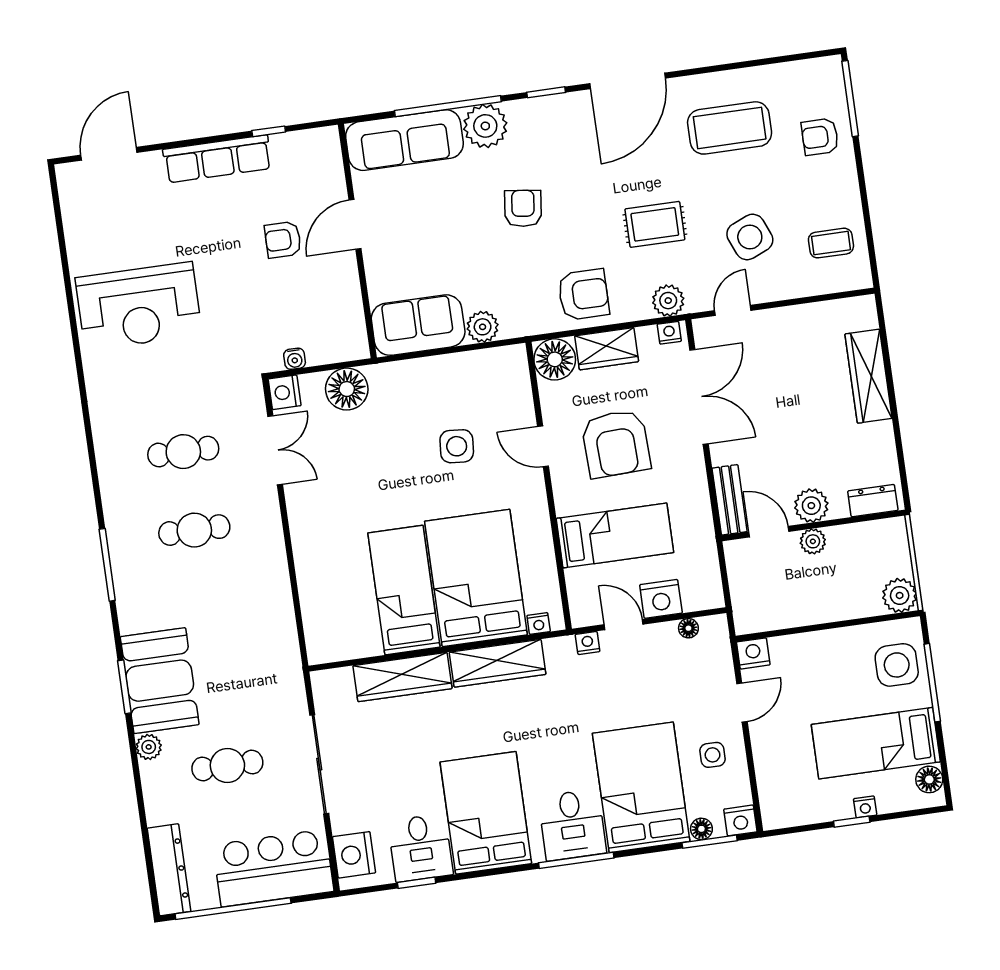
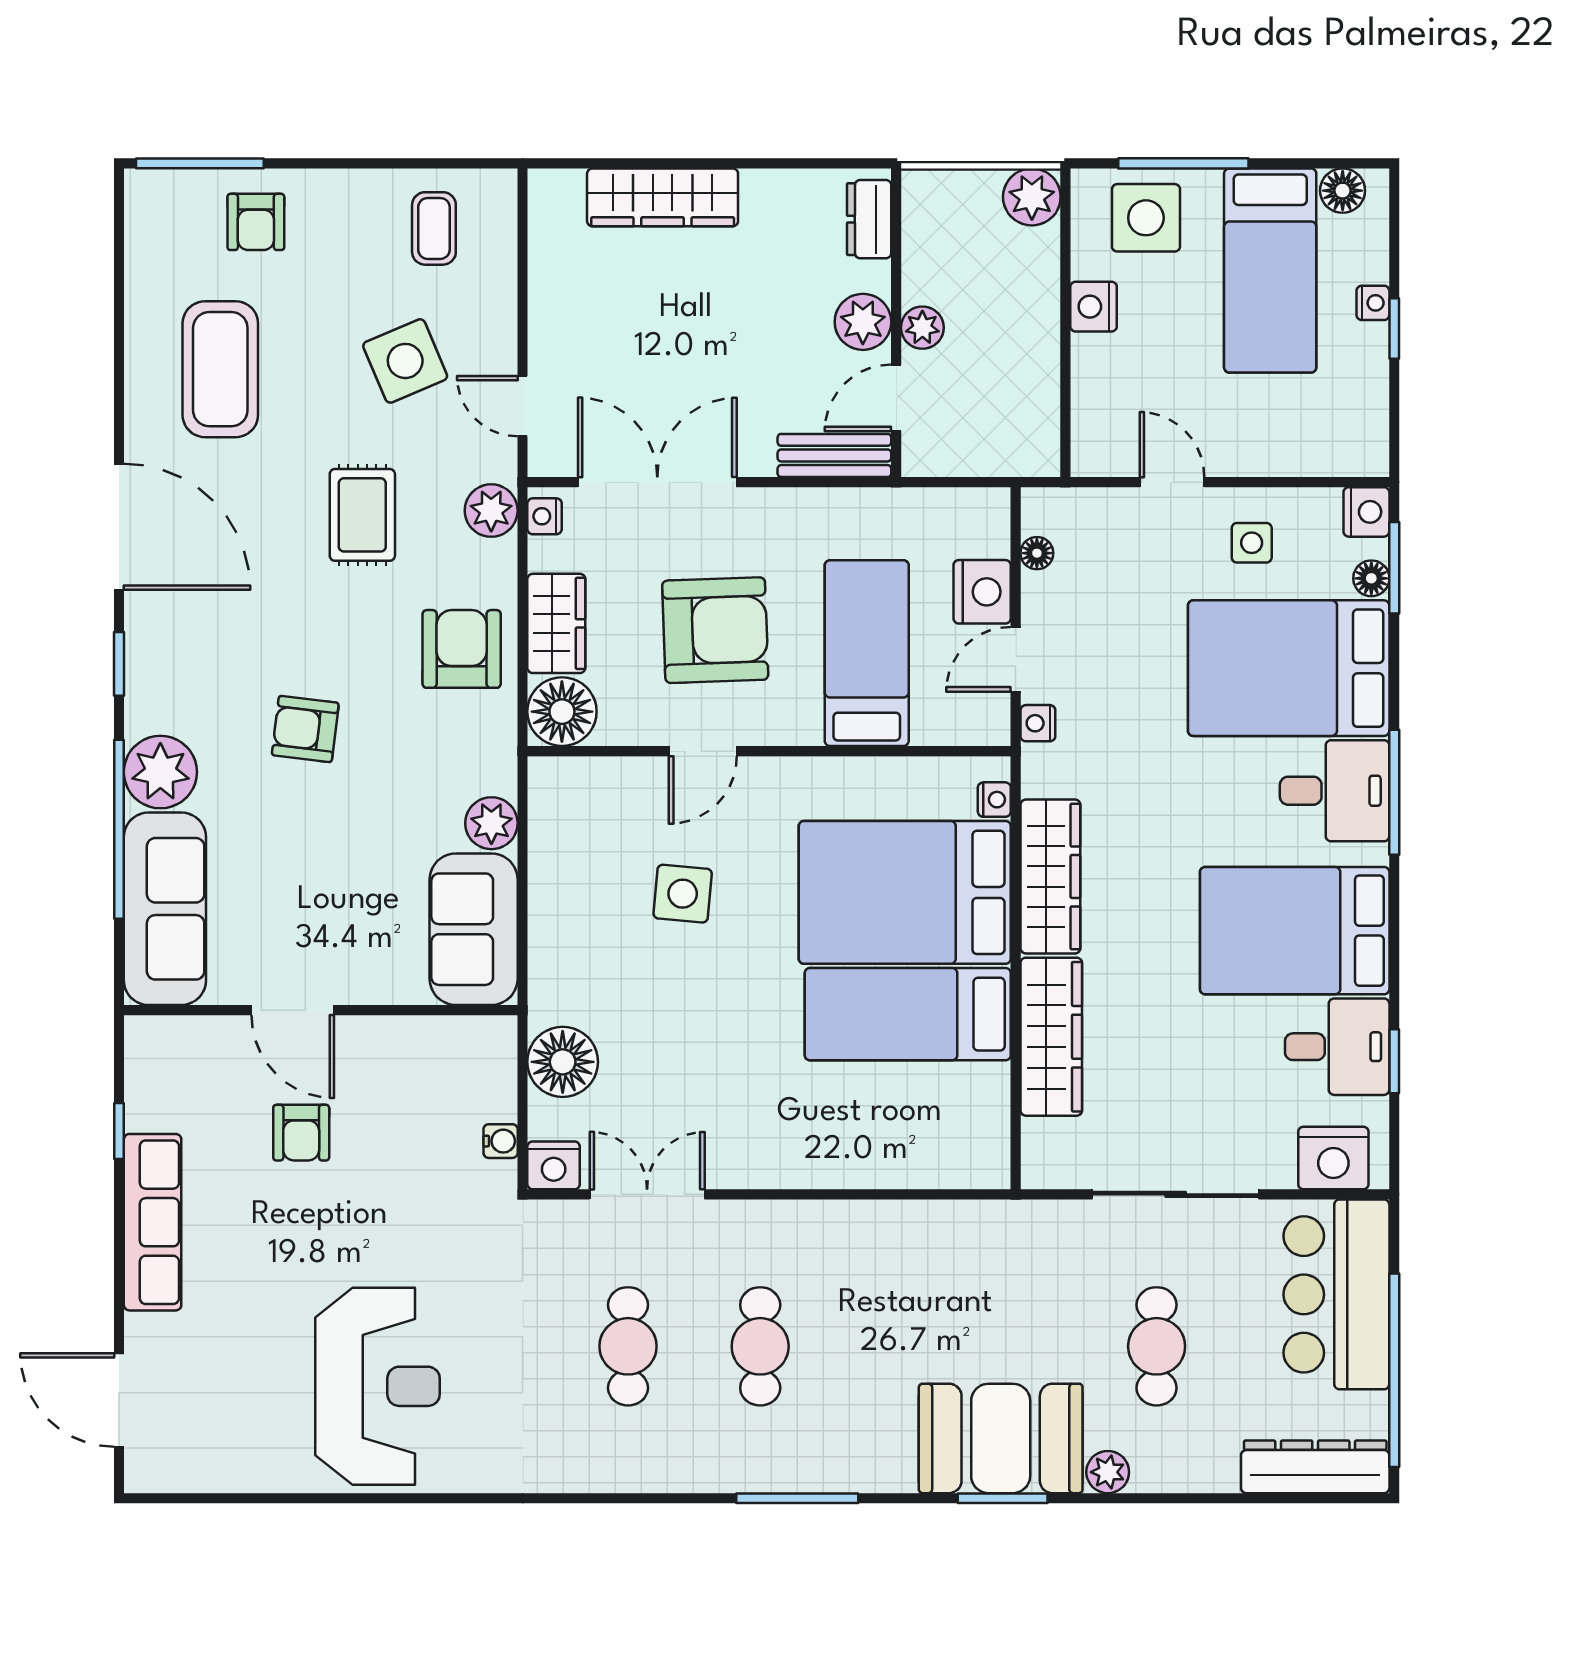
nightstand: (753, 653) -> (1094, 307), moved

